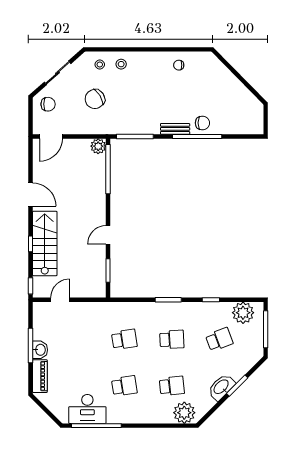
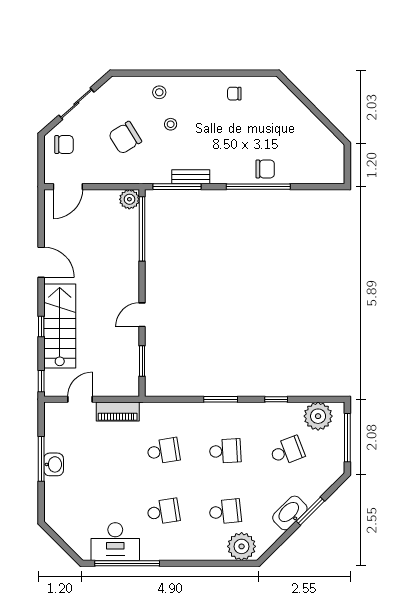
stool: (100, 65) -> (171, 124), moved
bench: (175, 129) -> (191, 177), moved
piano: (40, 376) -> (118, 412), moved, turned 90

